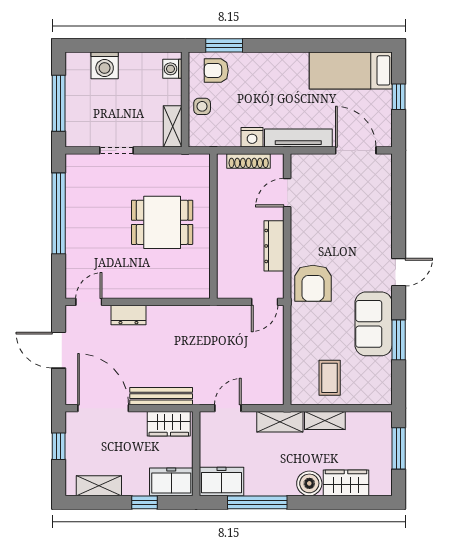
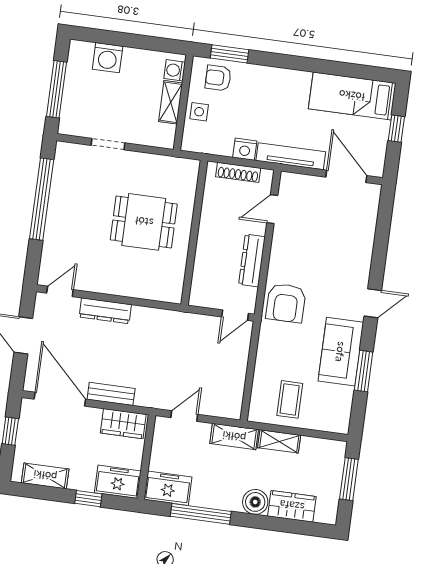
shelving: (173, 126) -> (171, 102), moved
dresser: (128, 315) -> (105, 311), width x1.44
bench: (161, 396) -> (111, 394), width x0.73

